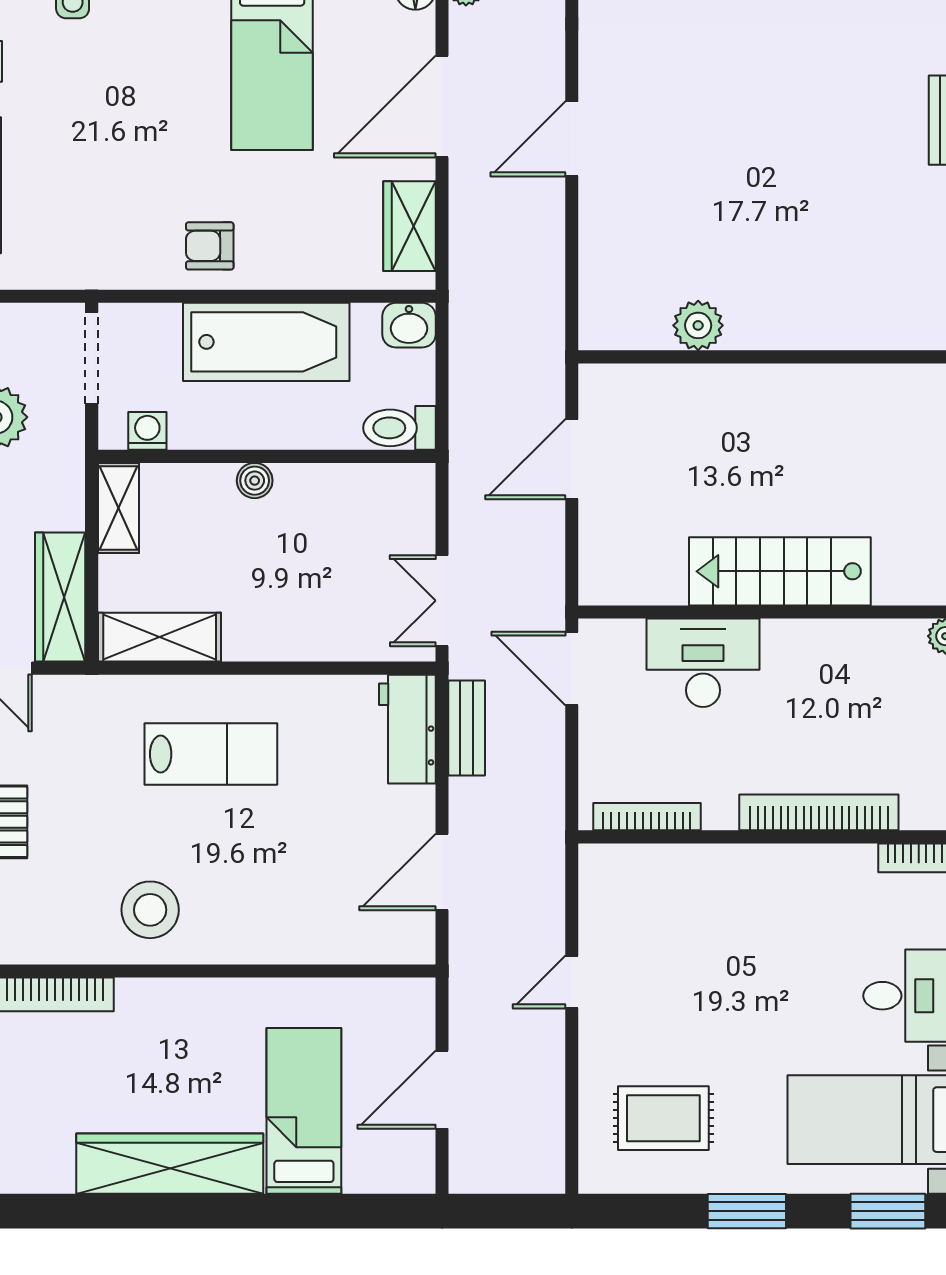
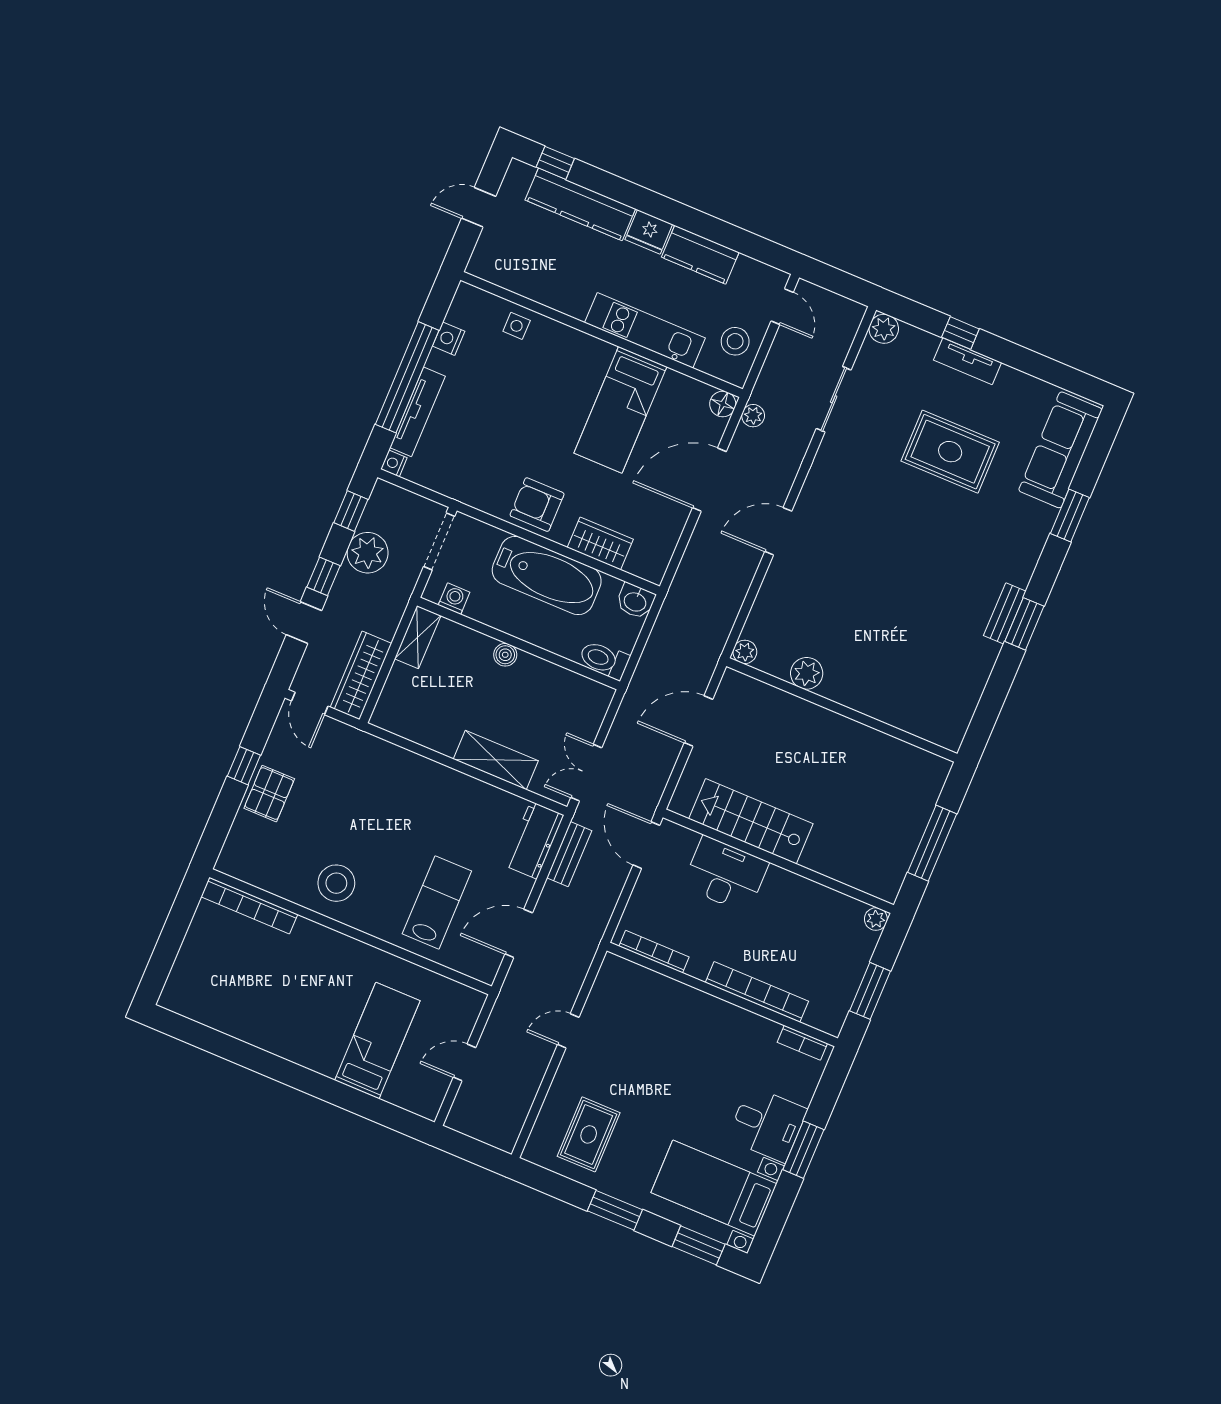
wardrobe: (409, 226) -> (600, 543), moved, turned 90
armchair: (210, 246) -> (537, 505), width x1.38, depth x1.38
plant: (597, 332) -> (745, 652), added
stairs: (780, 571) -> (751, 821), moved
shelving: (160, 637) -> (496, 760), moved
lab bench: (211, 754) -> (437, 902), moved, turned -90
door: (442, 1090) -> (465, 1062), width x0.73
rug: (663, 1118) -> (589, 1134), turned 90
wardrobe: (170, 1164) -> (285, 1038), removed

